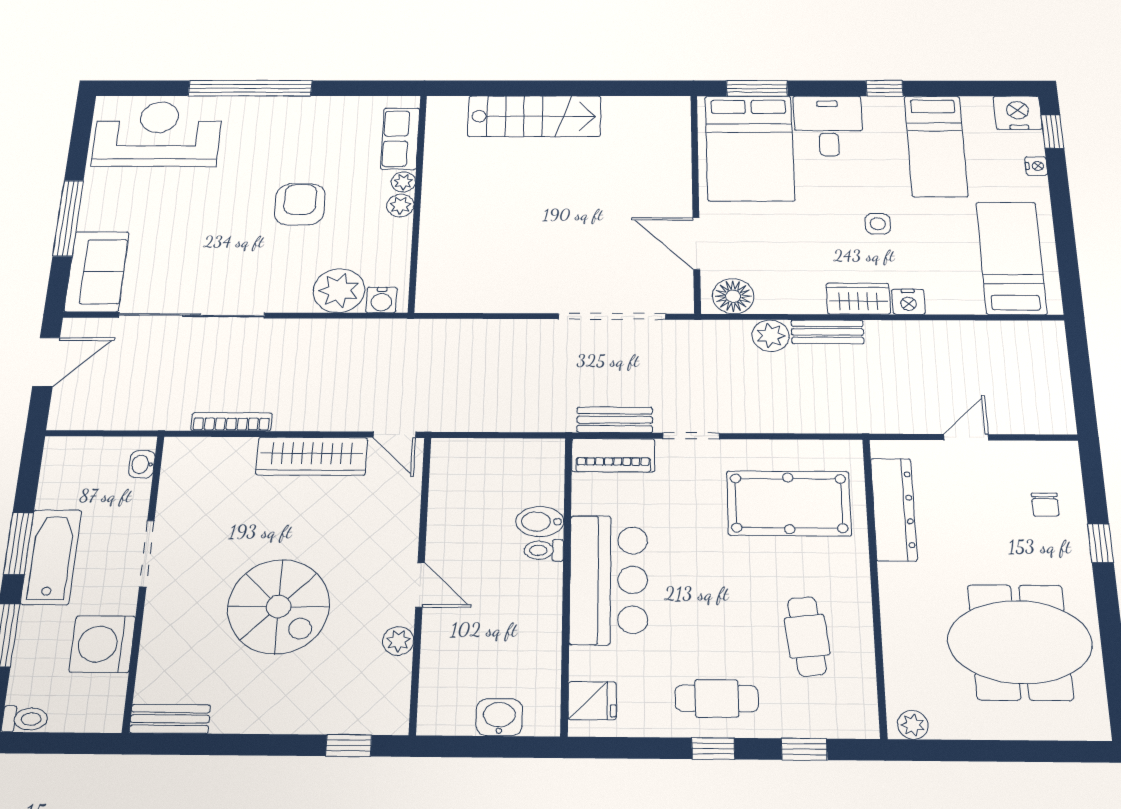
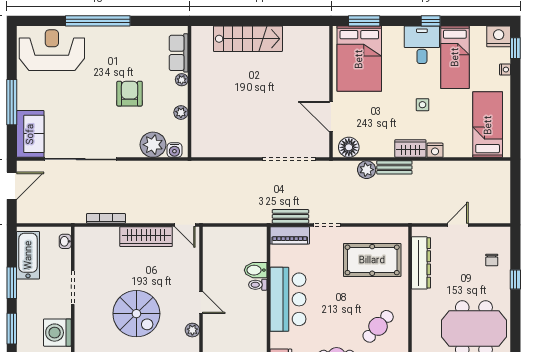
desk: (828, 126) -> (422, 45), moved
plant: (400, 206) -> (181, 113), moved
bathtub: (51, 557) -> (28, 255), moved
cafe table: (807, 636) -> (378, 326), turned 48

